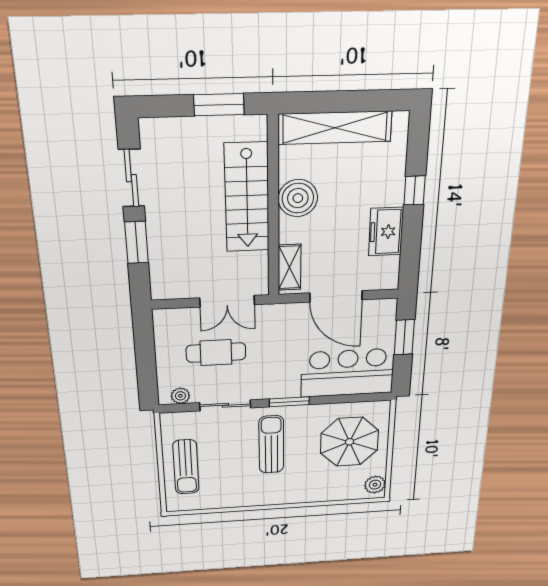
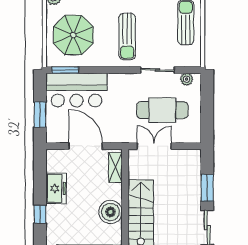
cafe table: (216, 353) -> (162, 110), width x1.37, depth x1.35
window: (289, 402) -> (65, 70), moved

